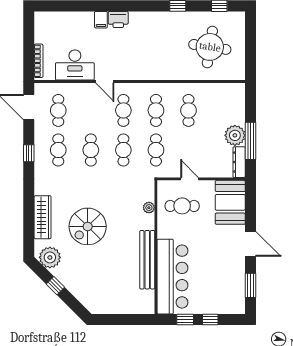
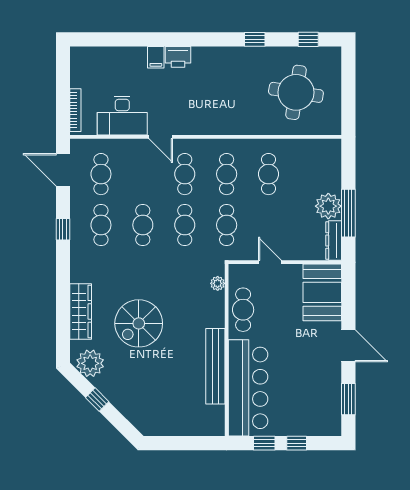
cafe table: (182, 206) -> (243, 310), moved, turned 90
plant: (149, 208) -> (218, 283), moved

